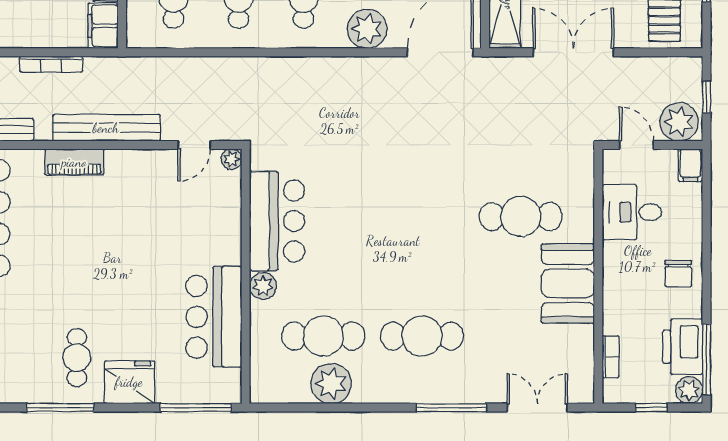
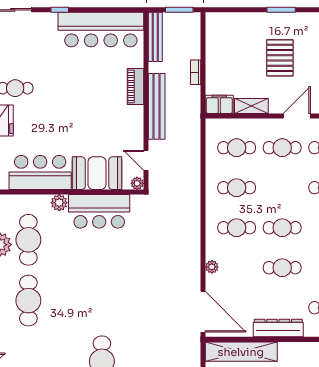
plant: (367, 29) -> (212, 267), width x0.53, depth x0.53
bookcase: (51, 64) -> (196, 72), width x0.64
booth: (215, 224) -> (97, 173), added

